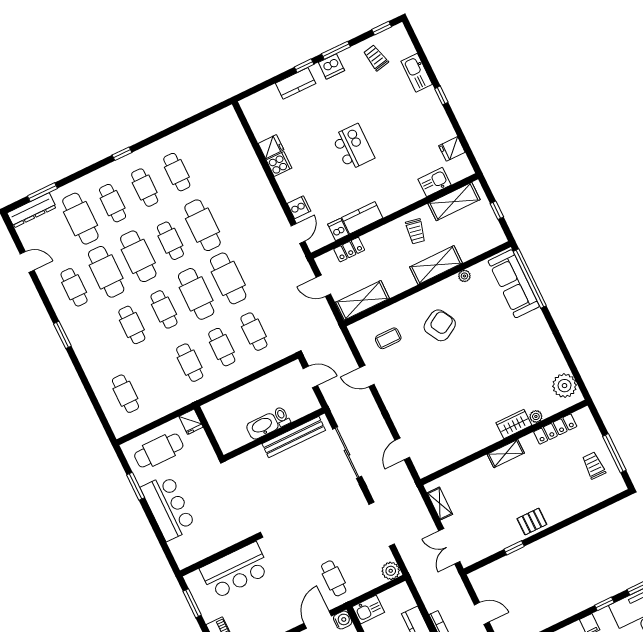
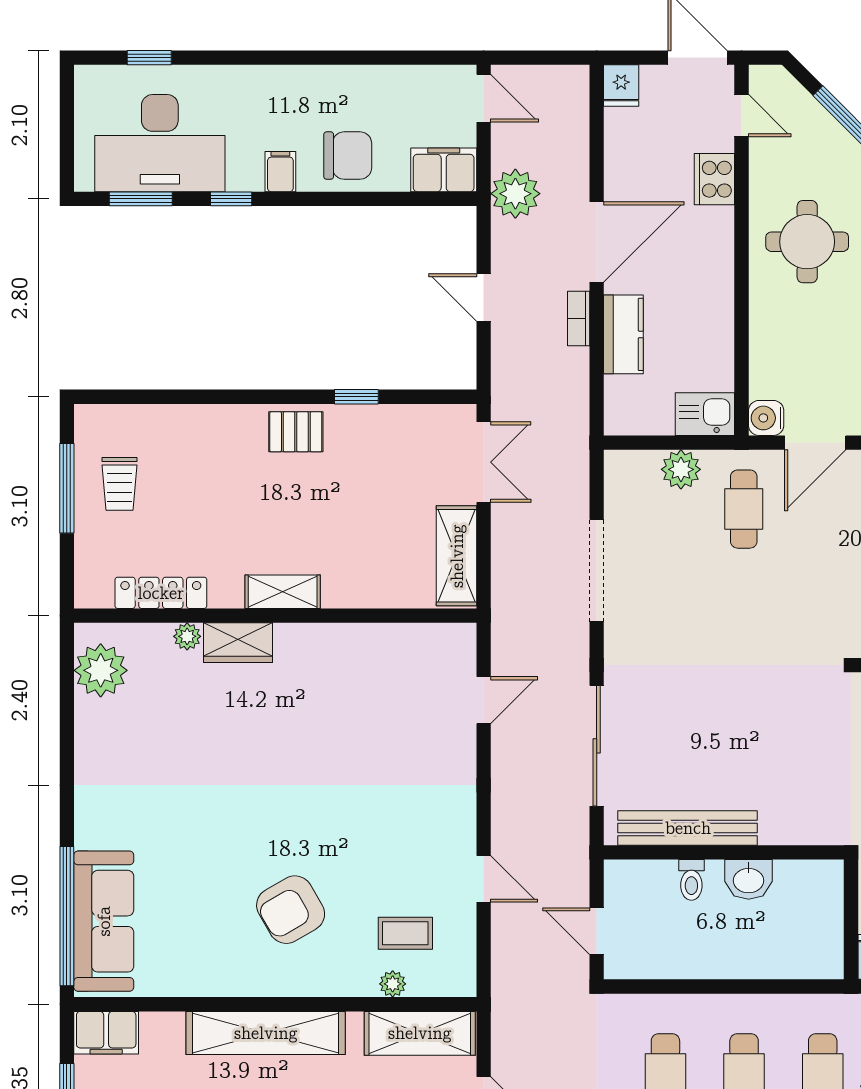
filing cabinet: (491, 239) -> (106, 1033), added
shelving: (436, 265) -> (266, 1033), width x1.47
plant: (464, 276) -> (393, 984), moved
washbasin: (262, 426) -> (749, 879), width x0.72
shelving: (440, 504) -> (457, 556), width x1.50, depth x1.33
plant: (391, 571) -> (681, 469), moved

